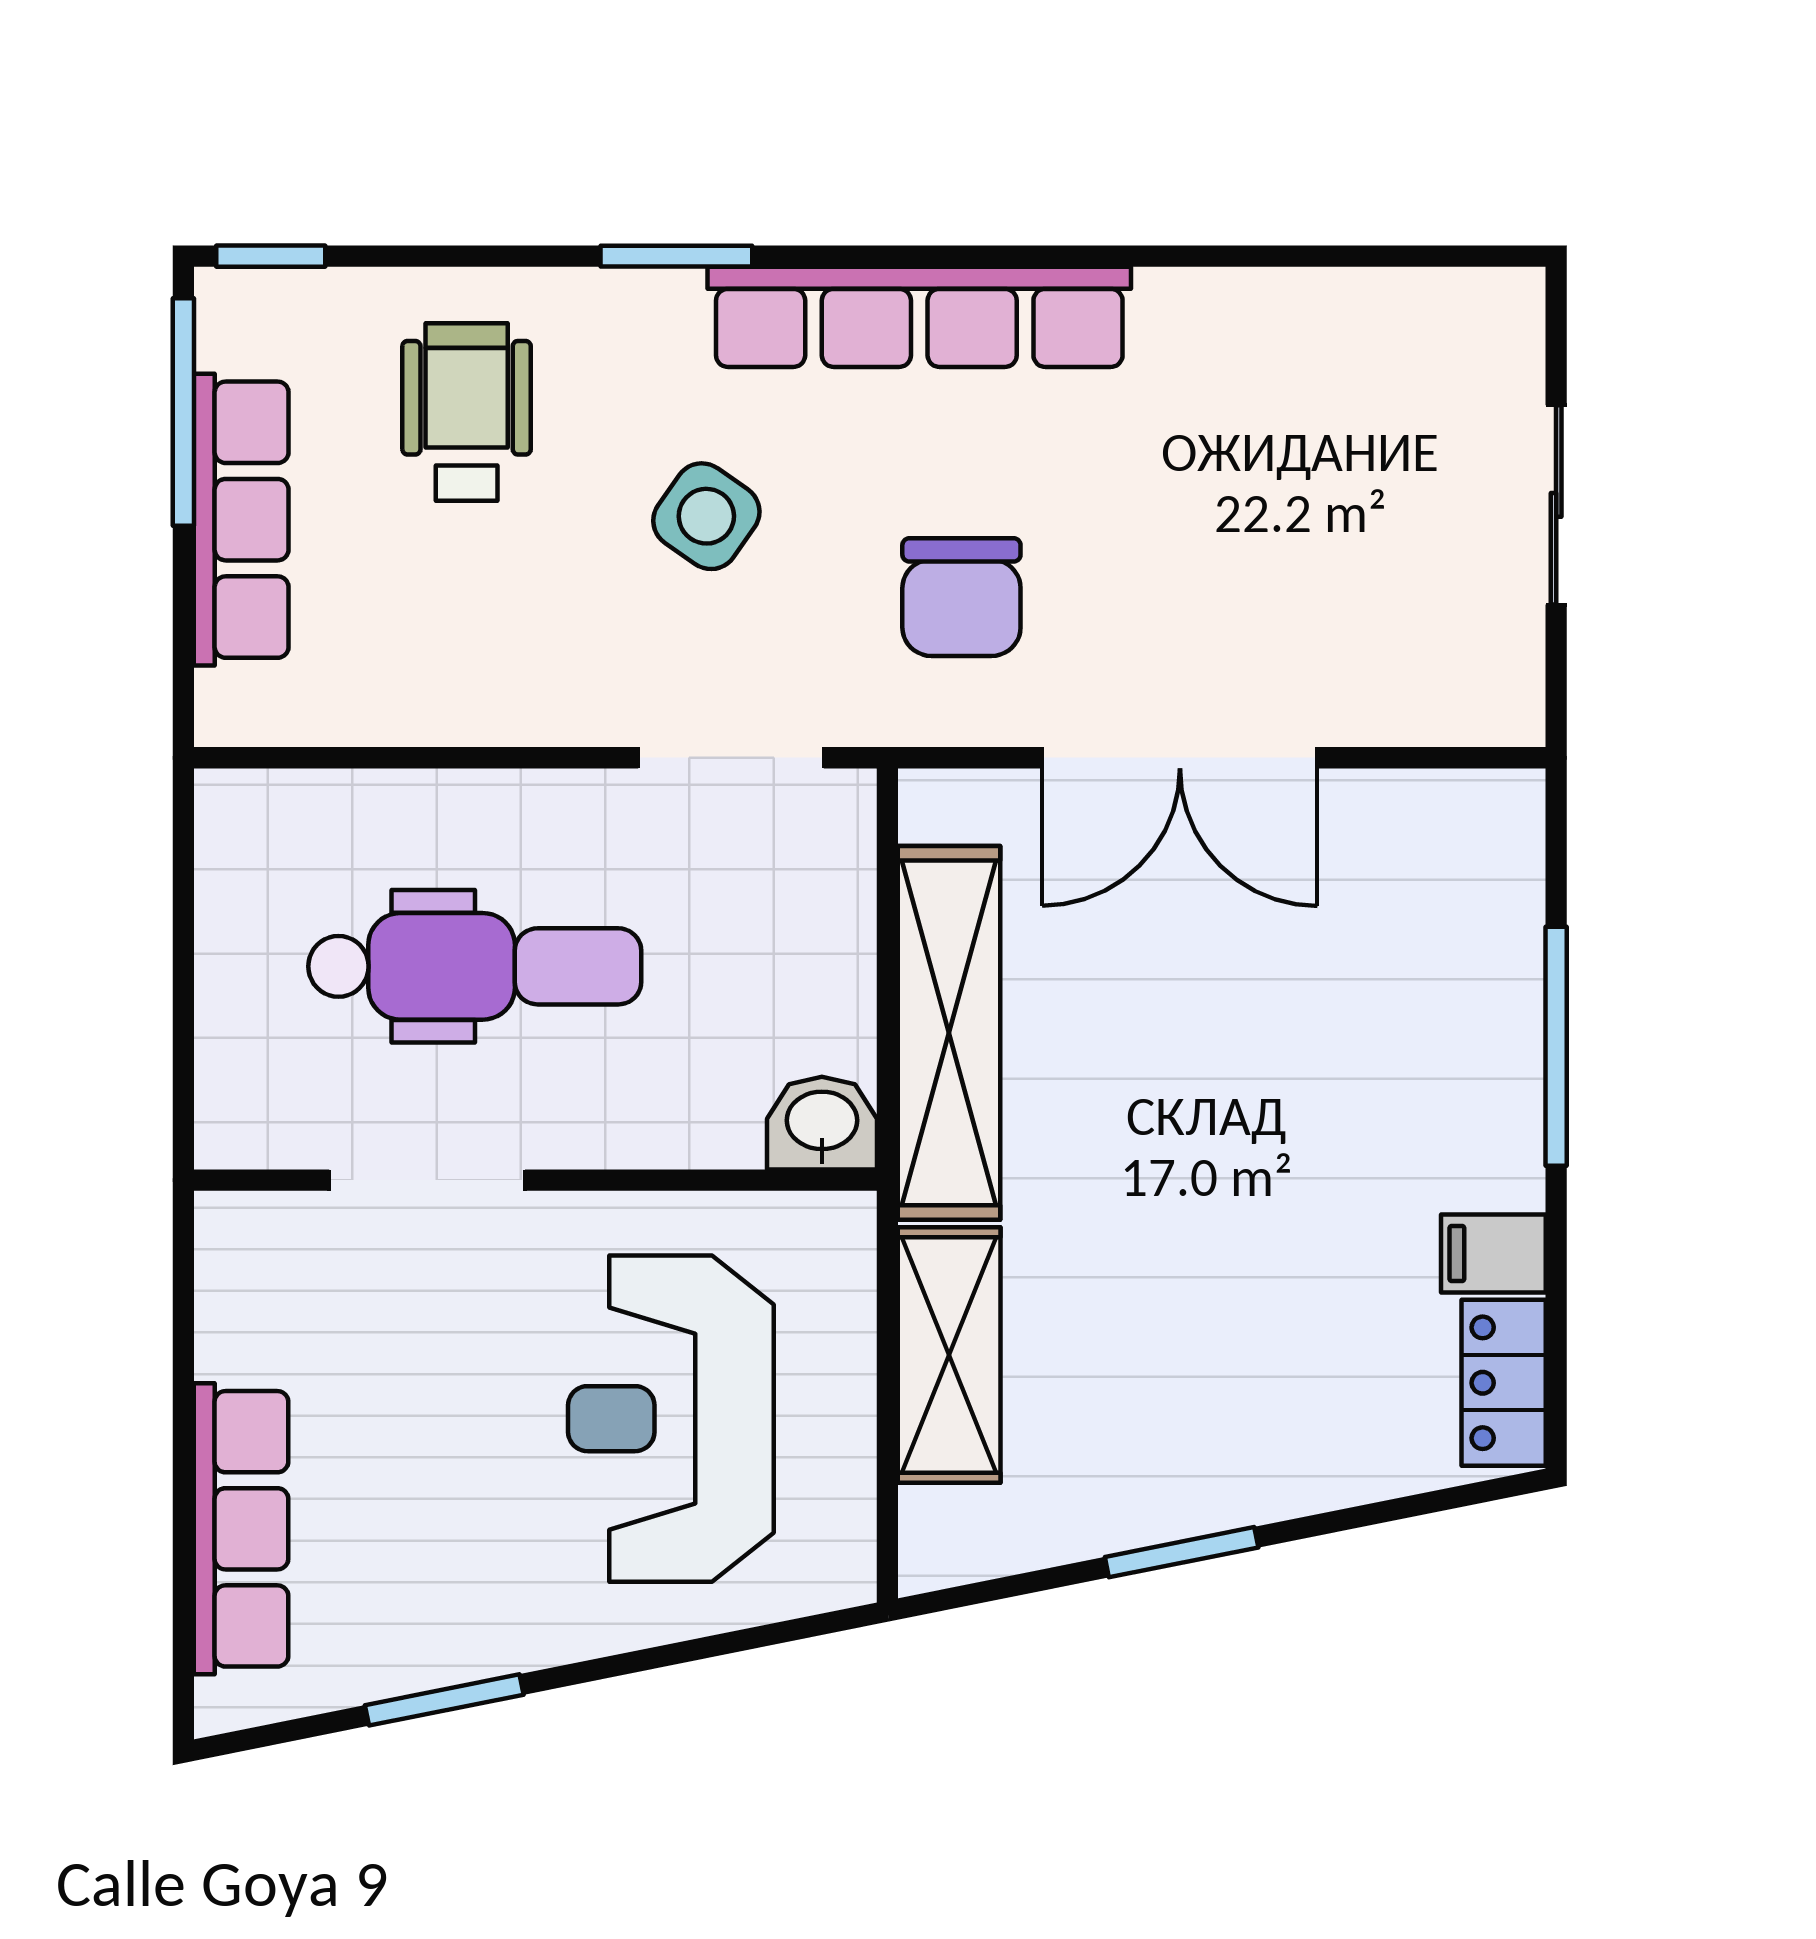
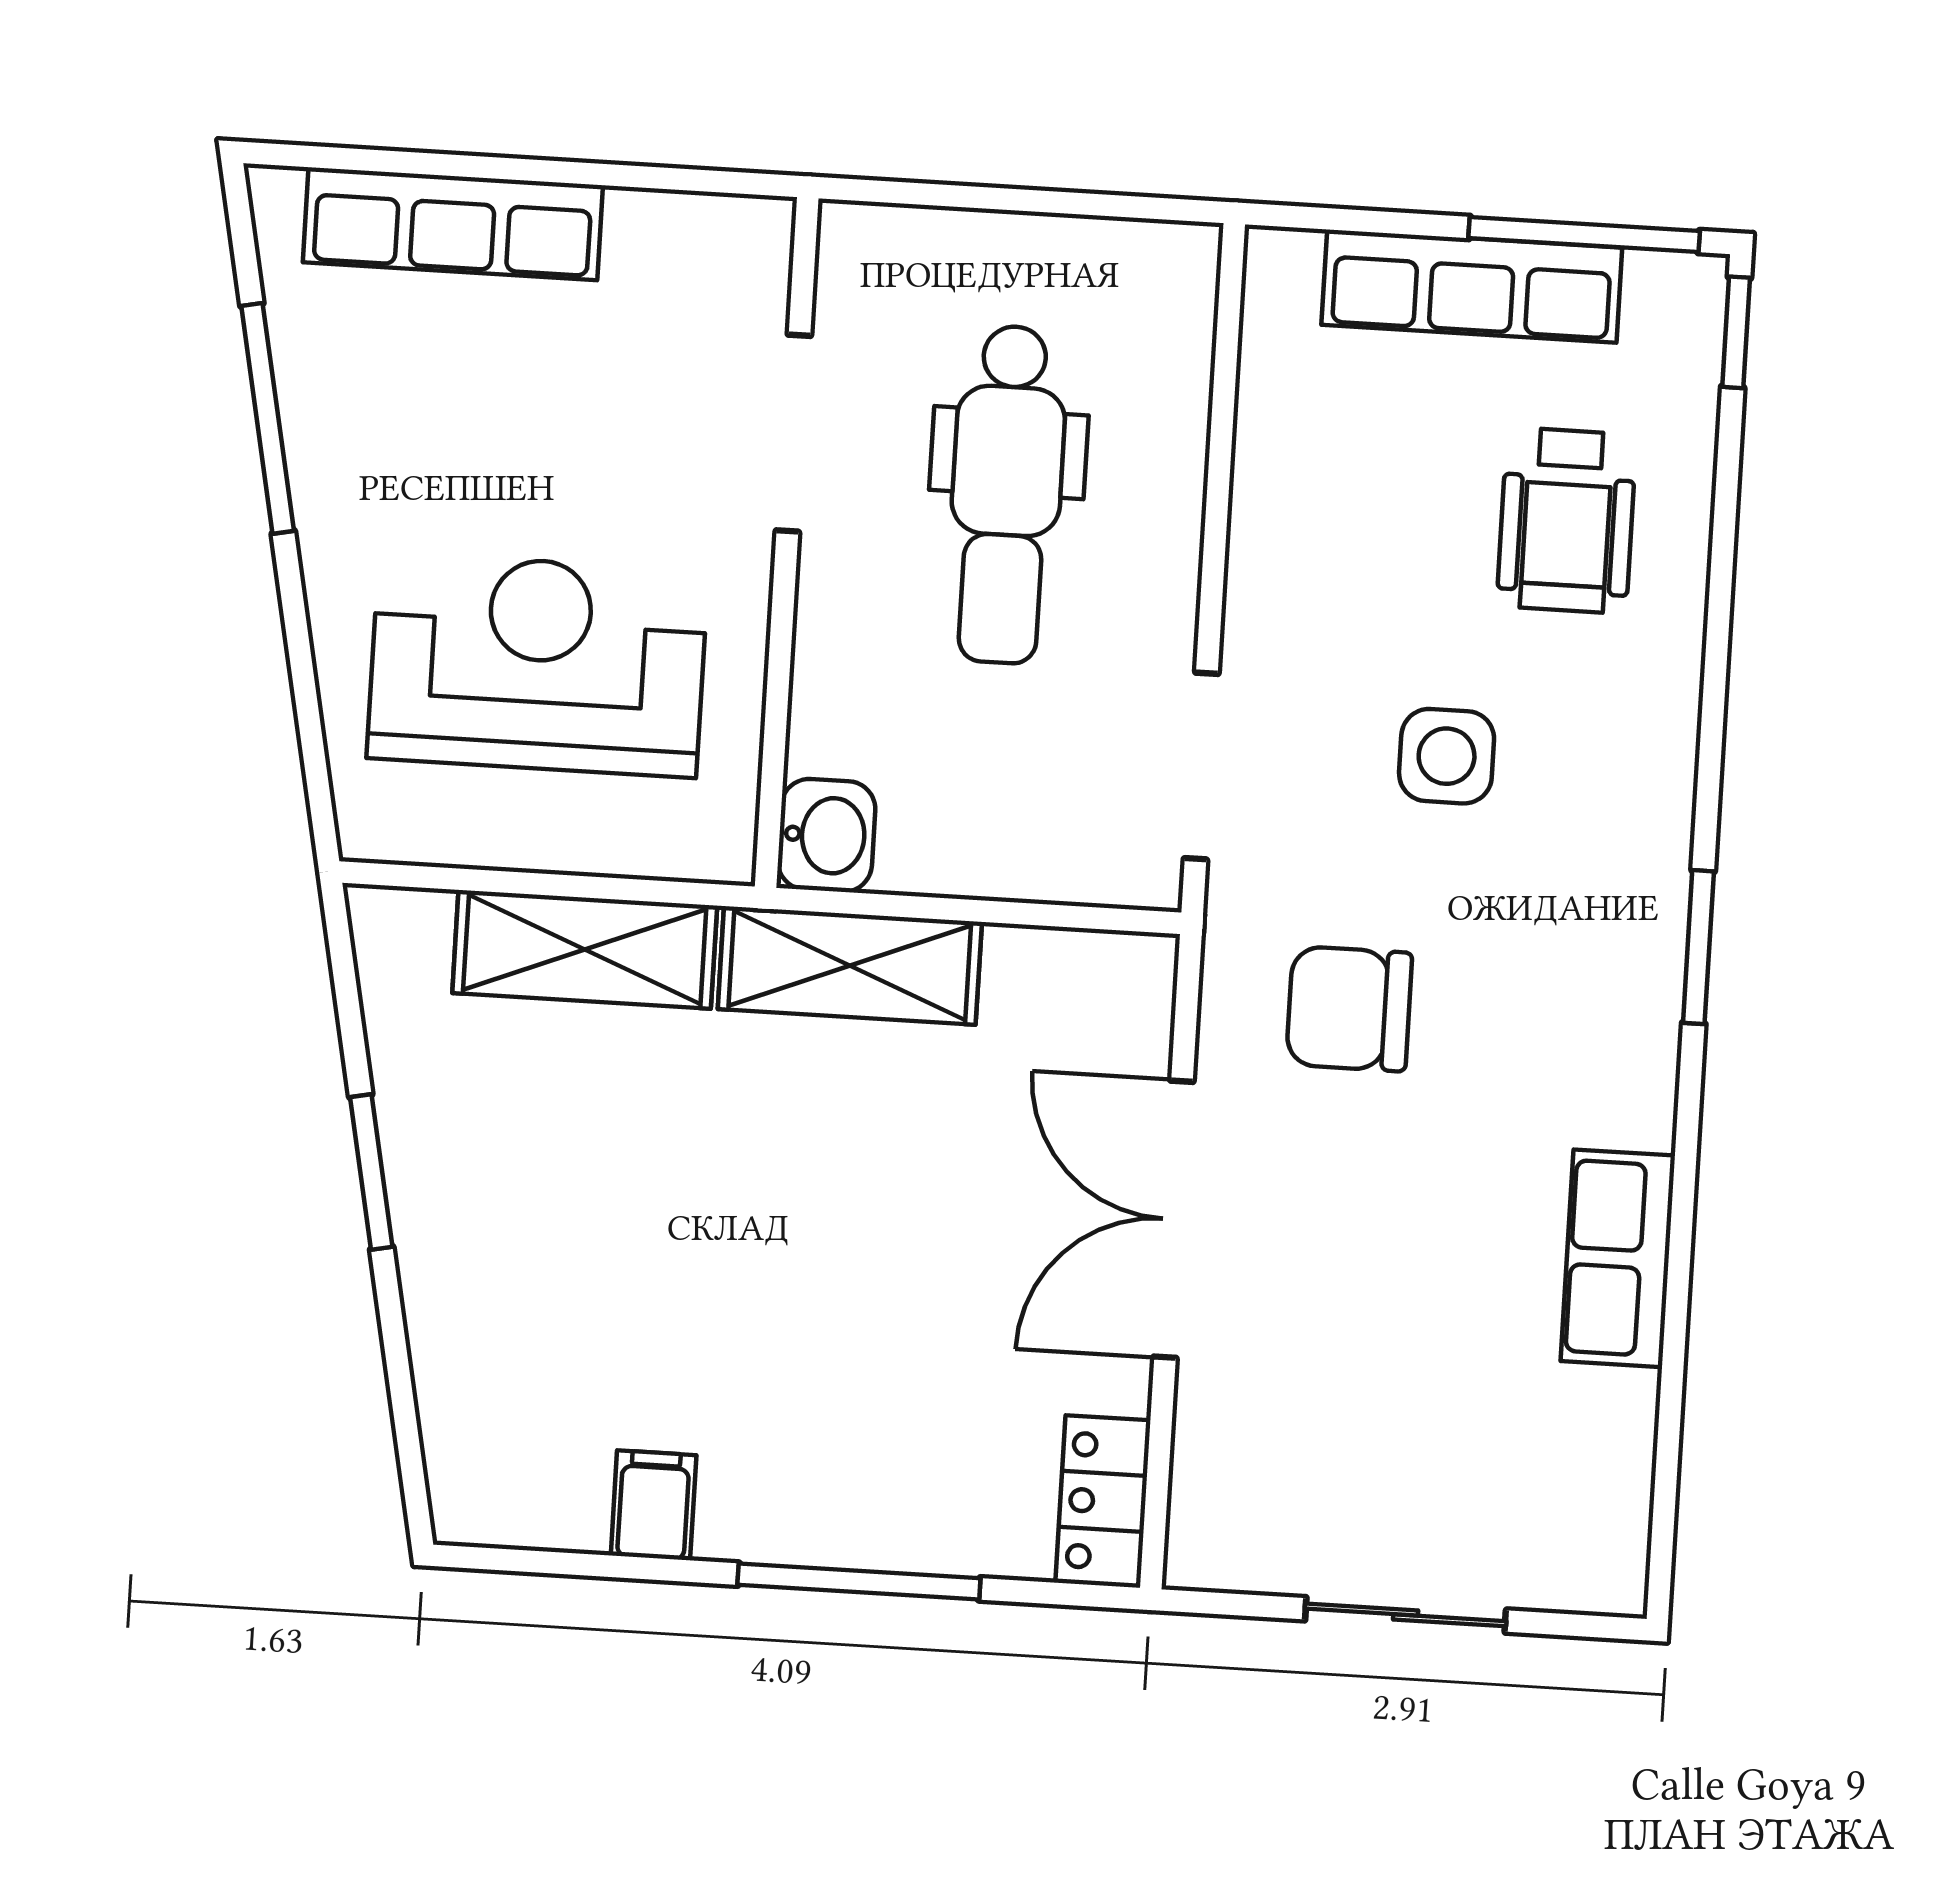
window: (676, 256) -> (1698, 947), moved
row of seats: (919, 317) -> (1618, 1258), moved, width x0.50
wheelchair: (467, 412) -> (1567, 520), turned 90
side table: (706, 516) -> (1447, 756), turned -35
shelving: (949, 1033) -> (850, 966), width x0.68
locker: (1504, 1383) -> (1103, 1501), moved, turned -90
window: (444, 1700) -> (268, 418), width x1.44

